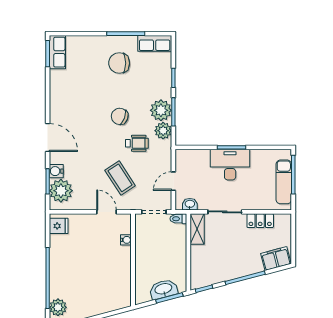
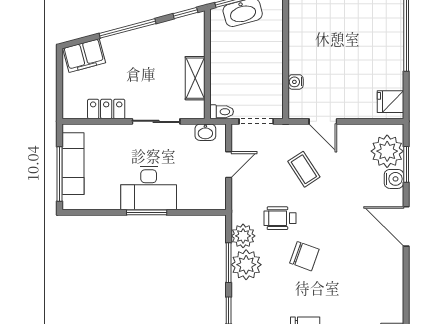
coffee table: (120, 178) -> (304, 169), width x0.73, depth x0.77
shelving: (197, 229) -> (195, 78), moved

